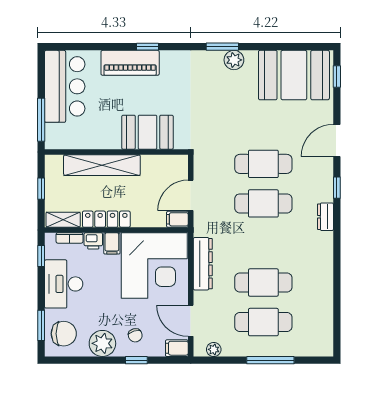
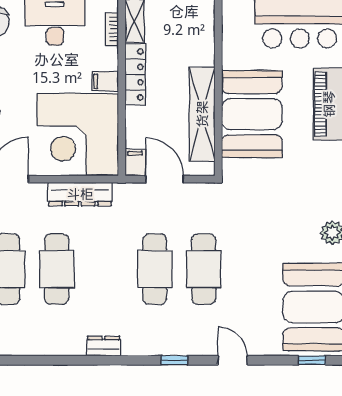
booth: (148, 132) -> (252, 114), width x1.36, depth x1.42
door: (337, 141) -> (233, 360), width x0.73
shelving: (102, 165) -> (202, 114), moved
dresser: (325, 217) -> (103, 346), moved
printer: (93, 241) -> (108, 58), removed

